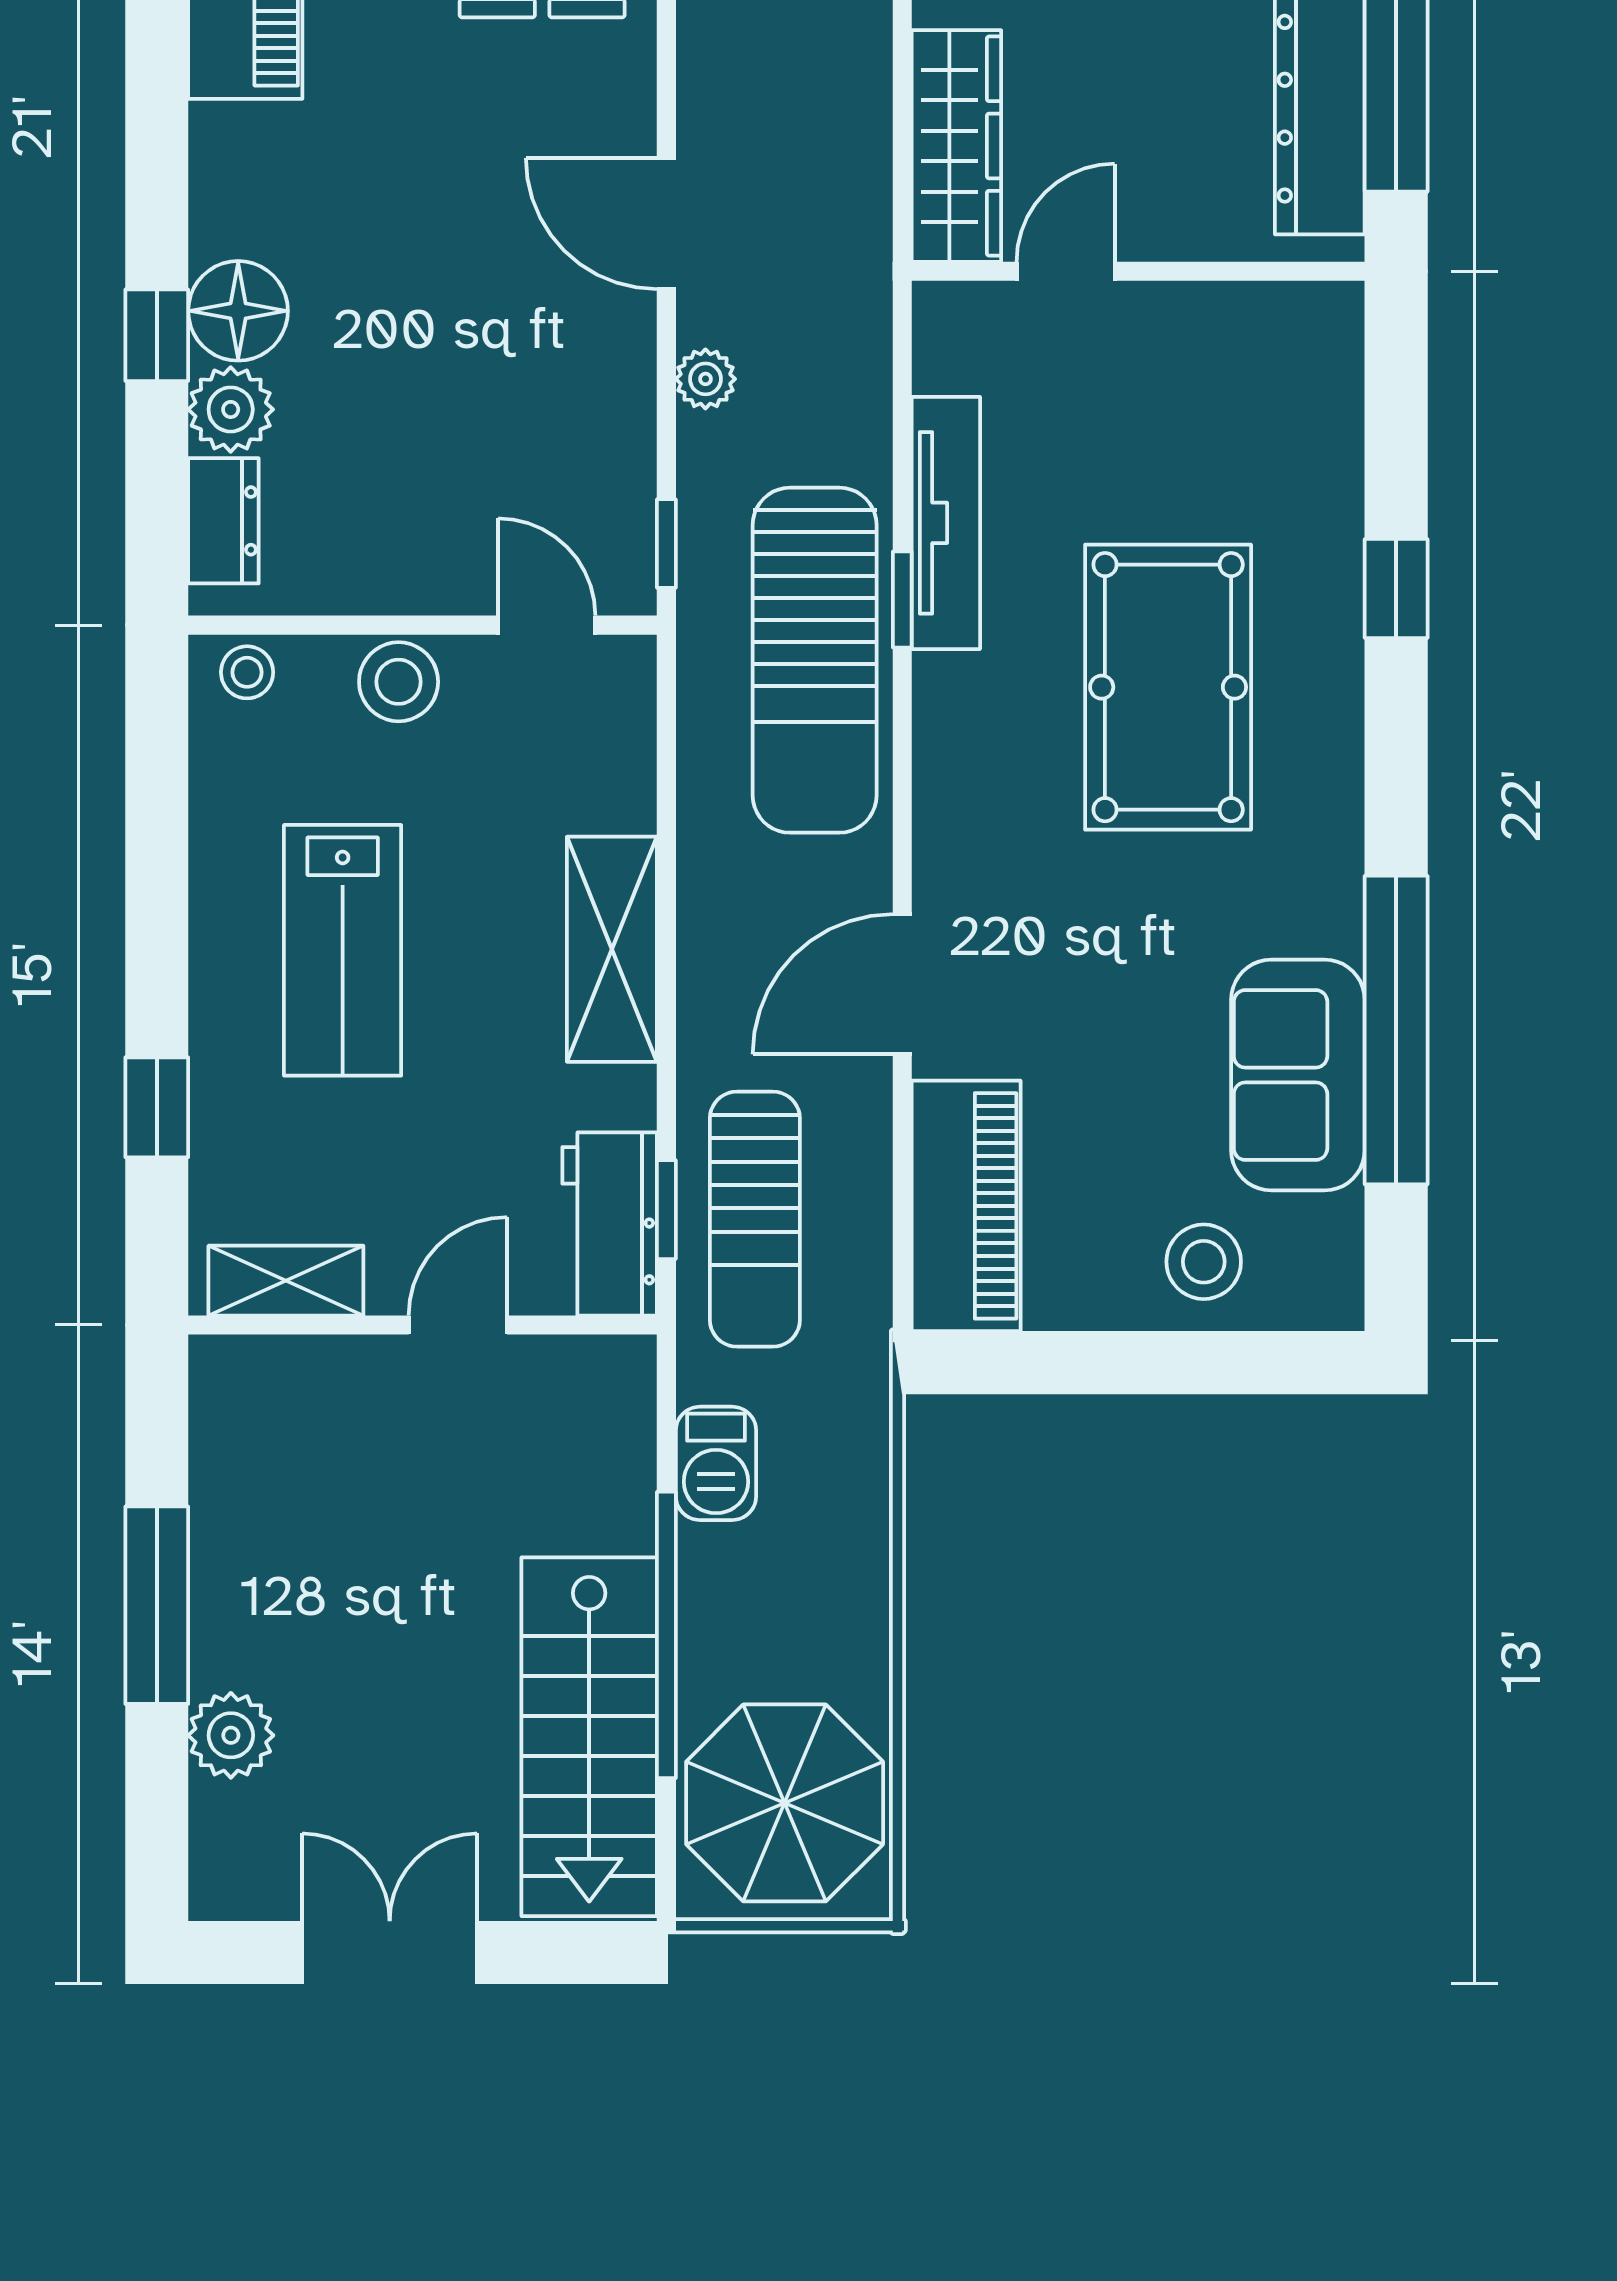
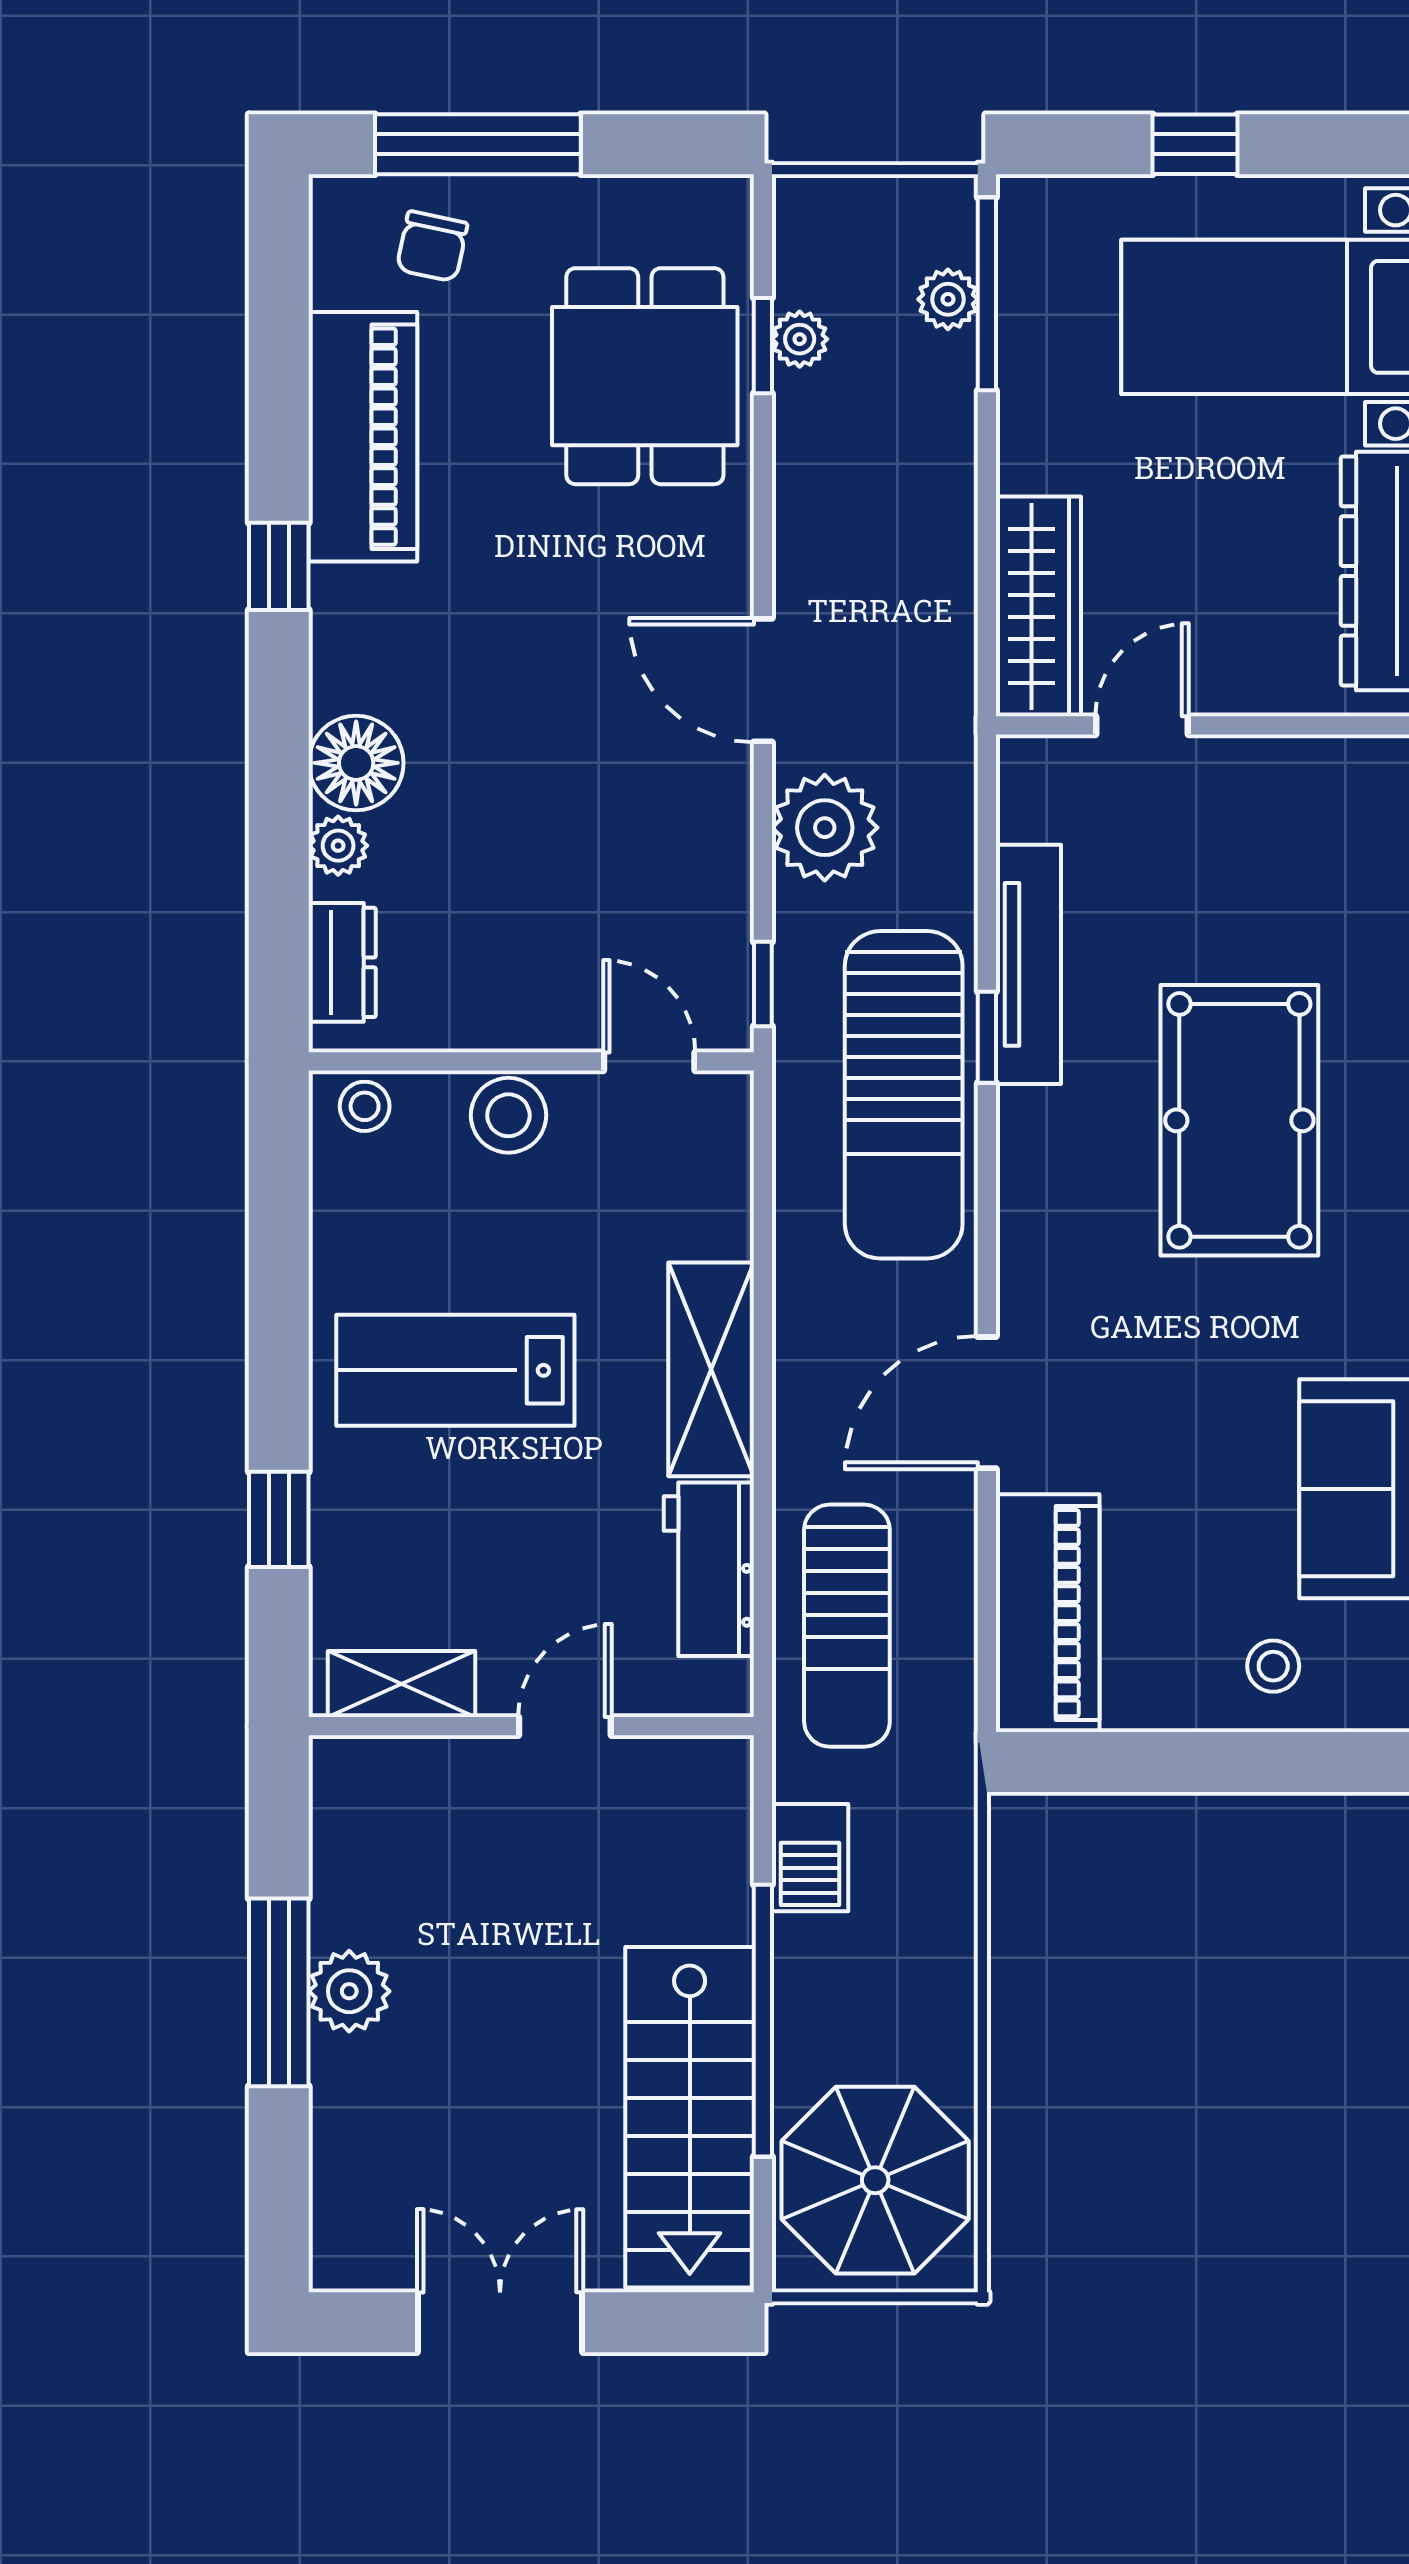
window: (157, 335) -> (279, 566), moved
plant: (705, 379) -> (825, 828), width x1.88, depth x1.88
plant: (231, 409) -> (338, 846), width x0.73, depth x0.73
lab bench: (343, 950) -> (455, 1370), turned 90
window: (666, 1210) -> (763, 1617), removed
workbench: (610, 1224) -> (709, 1569), moved
stool: (1204, 1262) -> (1273, 1666), width x0.73, depth x0.73
plant: (231, 1735) -> (349, 1991), moved

